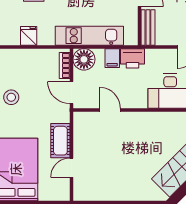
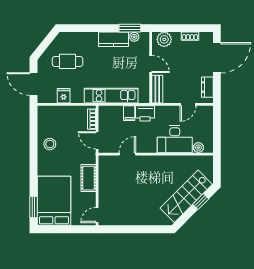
floor lamp: (84, 59) -> (107, 114), removed
door: (110, 110) -> (127, 154), hinge flipped
door: (71, 168) -> (97, 215), moved

